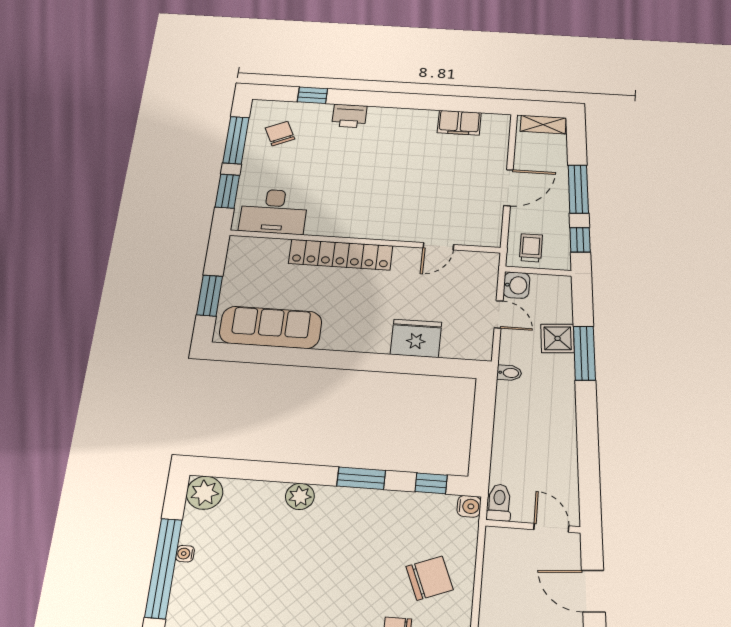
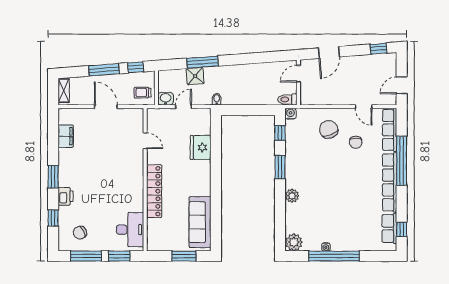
window: (387, 100) -> (53, 177), added

